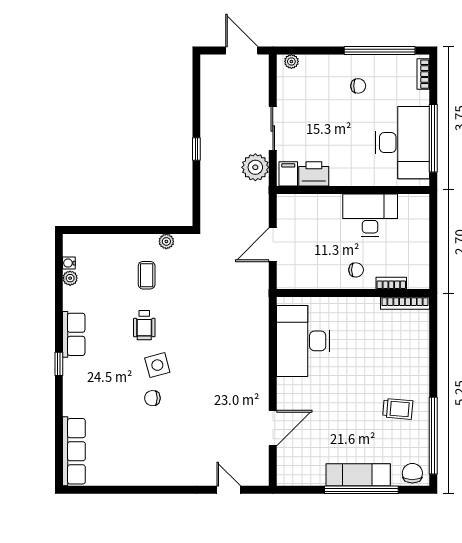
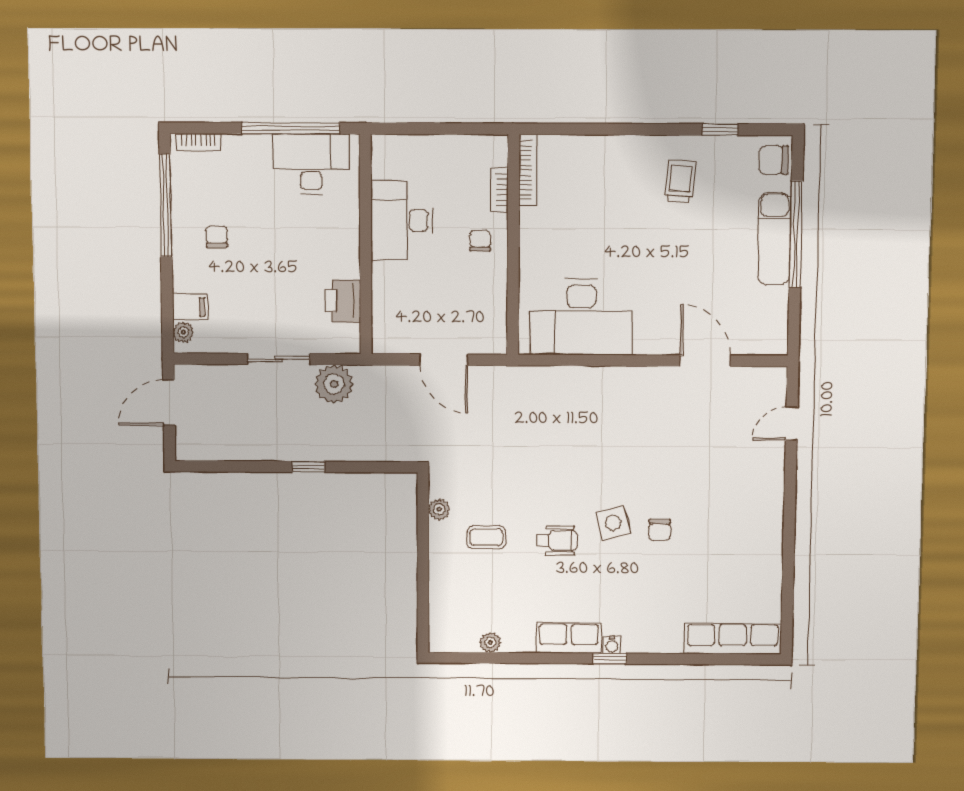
desk: (402, 143) -> (311, 164), width x0.73, depth x0.77
filing cabinet: (288, 174) -> (190, 307), moved, turned 180
water cooler: (69, 263) -> (612, 645), moved
window: (433, 436) -> (720, 130), width x0.32

